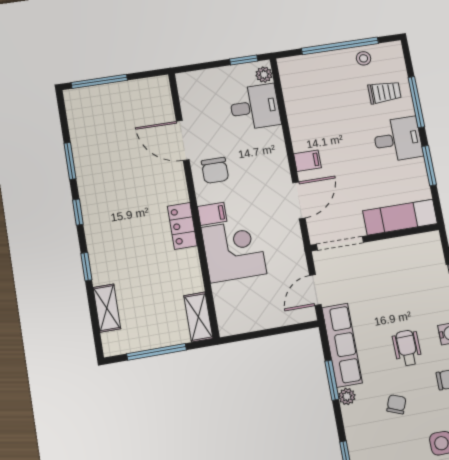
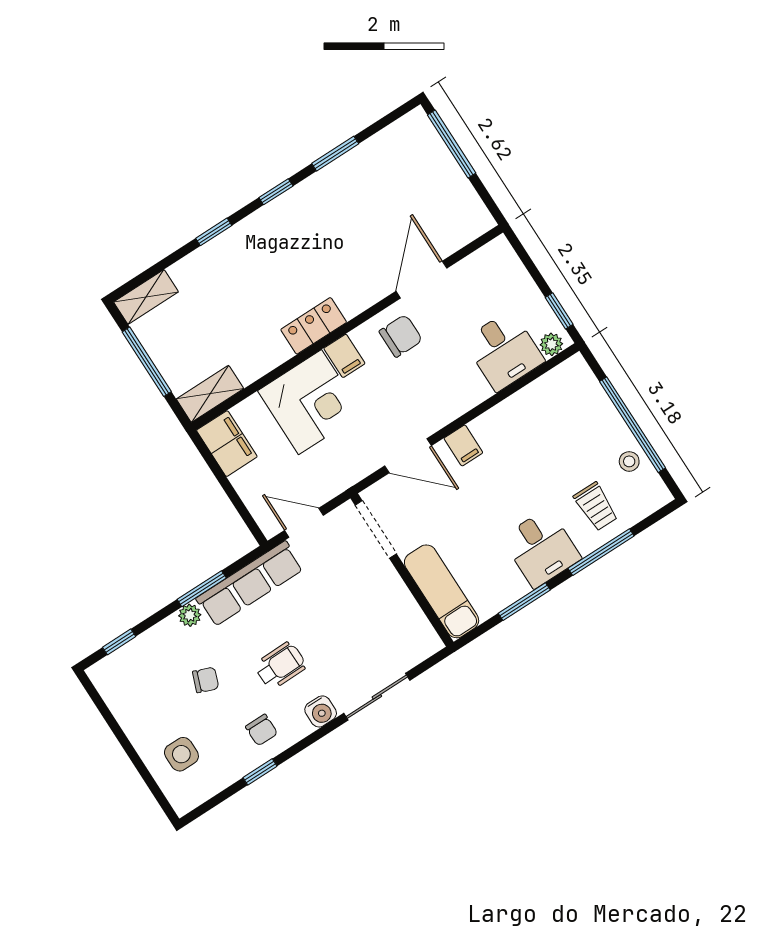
chair: (215, 170) -> (401, 336), turned 180
shelving: (107, 308) -> (146, 297), moved
filing cabinet: (238, 320) -> (227, 444), added

